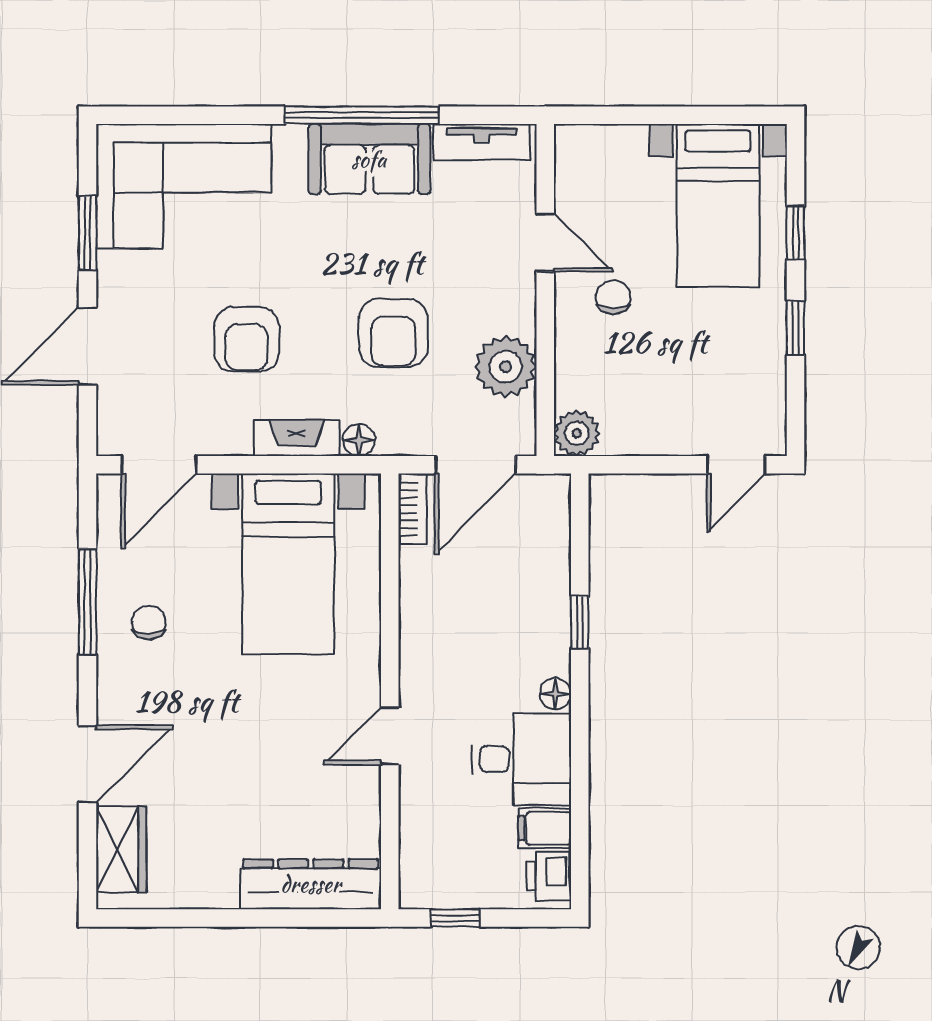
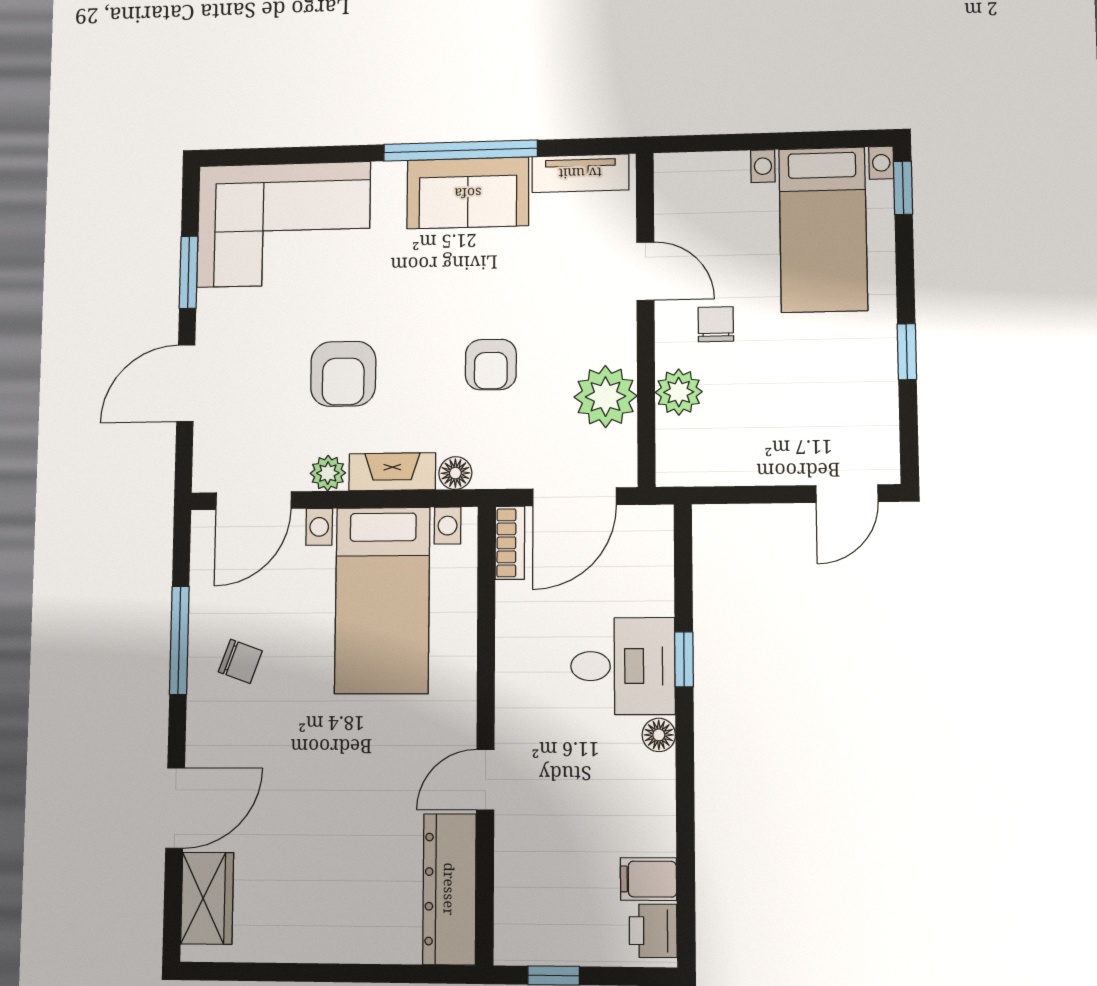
window: (796, 233) -> (903, 188), moved
armchair: (393, 333) -> (491, 365), width x0.72, depth x0.72
plant: (577, 433) -> (679, 392), moved
plant: (233, 438) -> (328, 473), added
chair: (149, 623) -> (240, 661), turned 110
desk: (521, 759) -> (623, 666), moved
dresser: (311, 884) -> (449, 889), moved, turned -90

